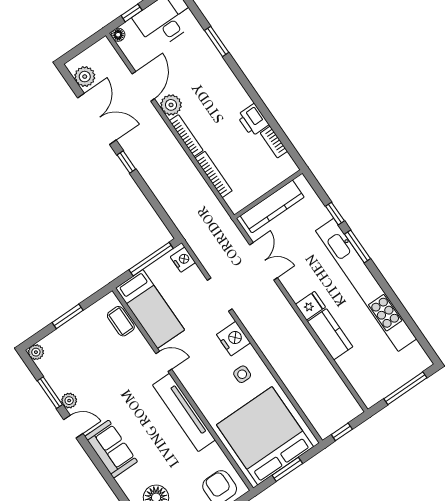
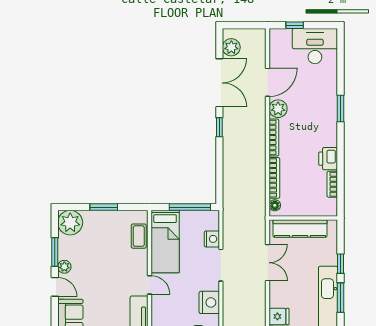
floor lamp: (118, 35) -> (275, 205), moved
window: (217, 41) -> (341, 108), moved
nightstand: (183, 260) -> (212, 239), moved
plant: (36, 352) -> (70, 223), width x1.88, depth x1.88

